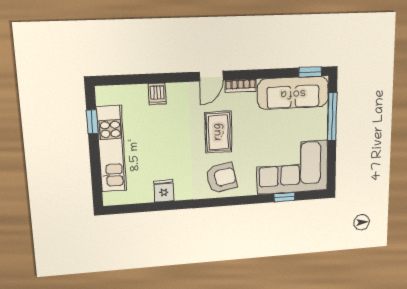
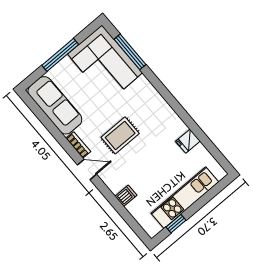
window: (310, 72) -> (32, 105), removed
window: (332, 117) -> (60, 55), moved
armchair: (221, 178) -> (150, 108), removed
window: (284, 197) -> (130, 52), width x2.17

